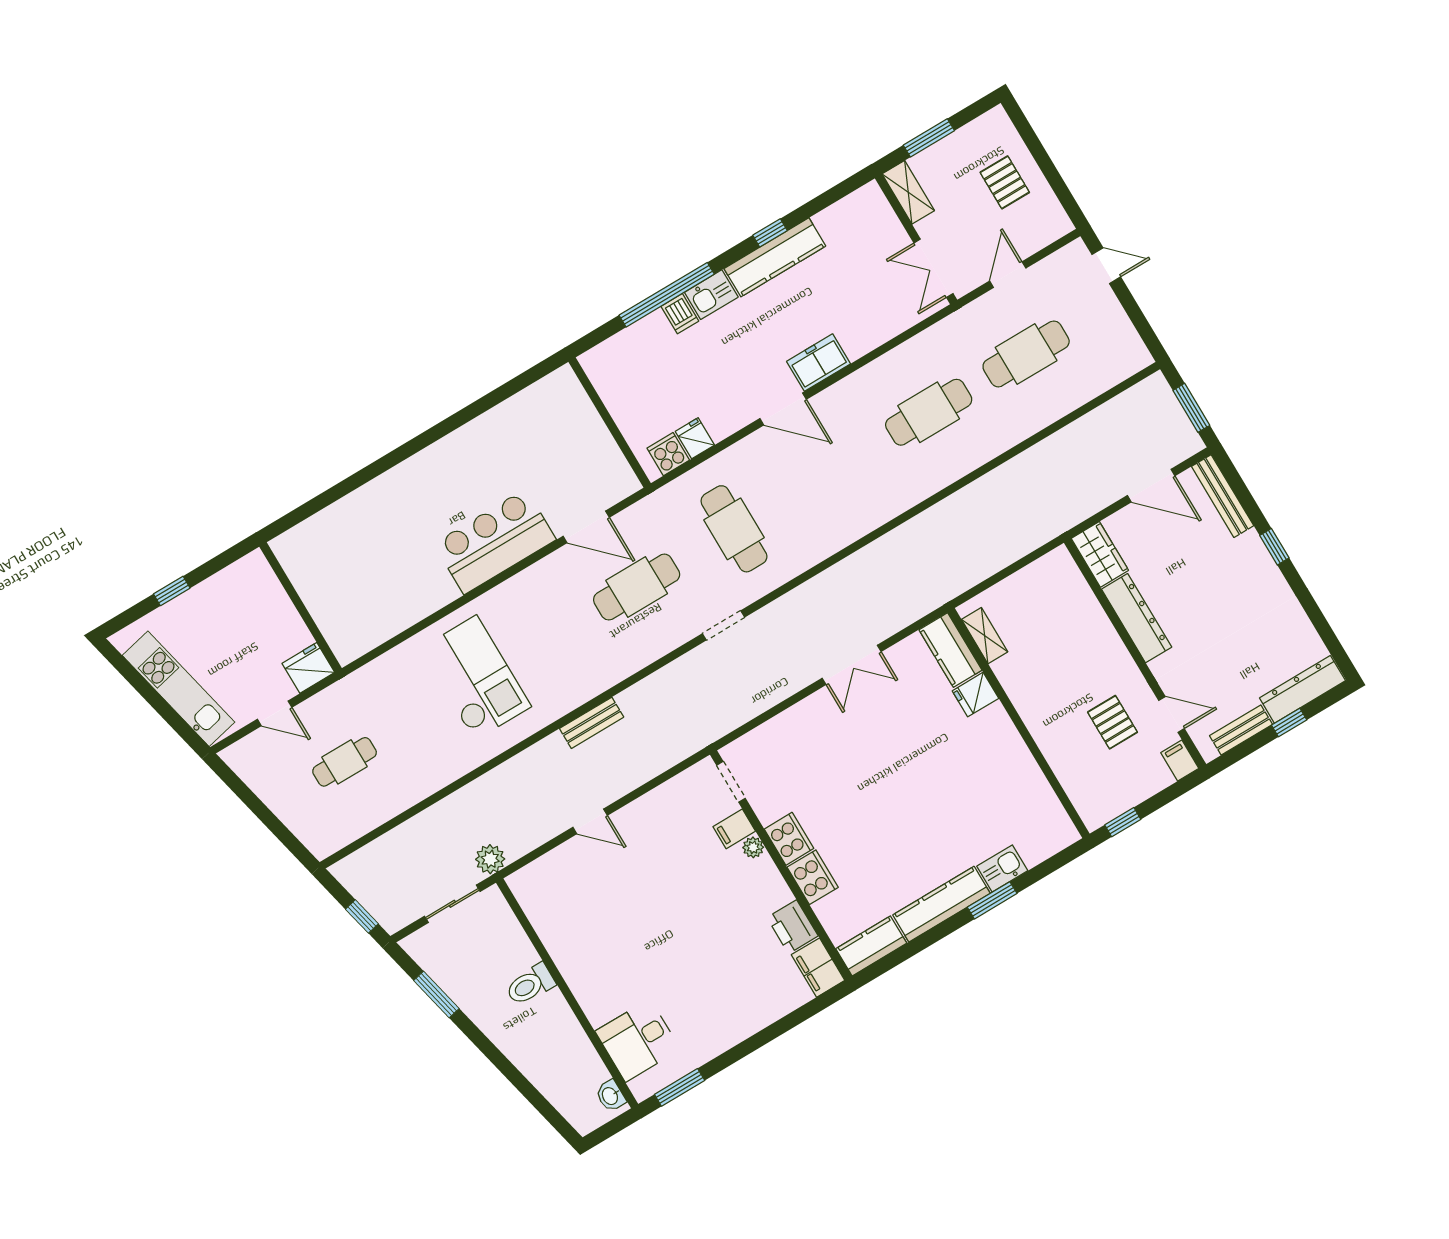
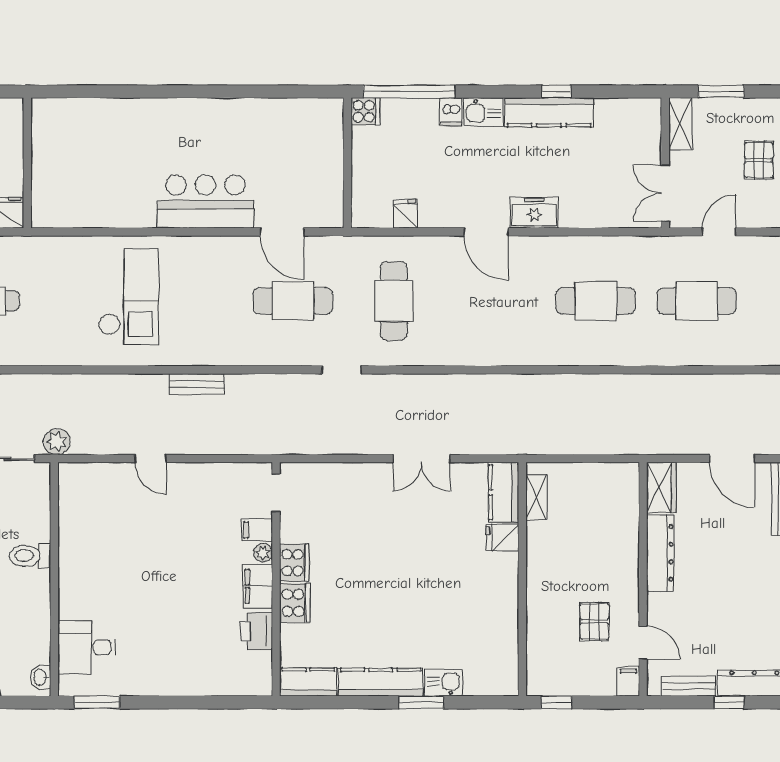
window: (667, 295) -> (409, 92), moved
cooker: (668, 454) -> (365, 111), moved, turned 90
filing cabinet: (818, 968) -> (258, 586), moved

